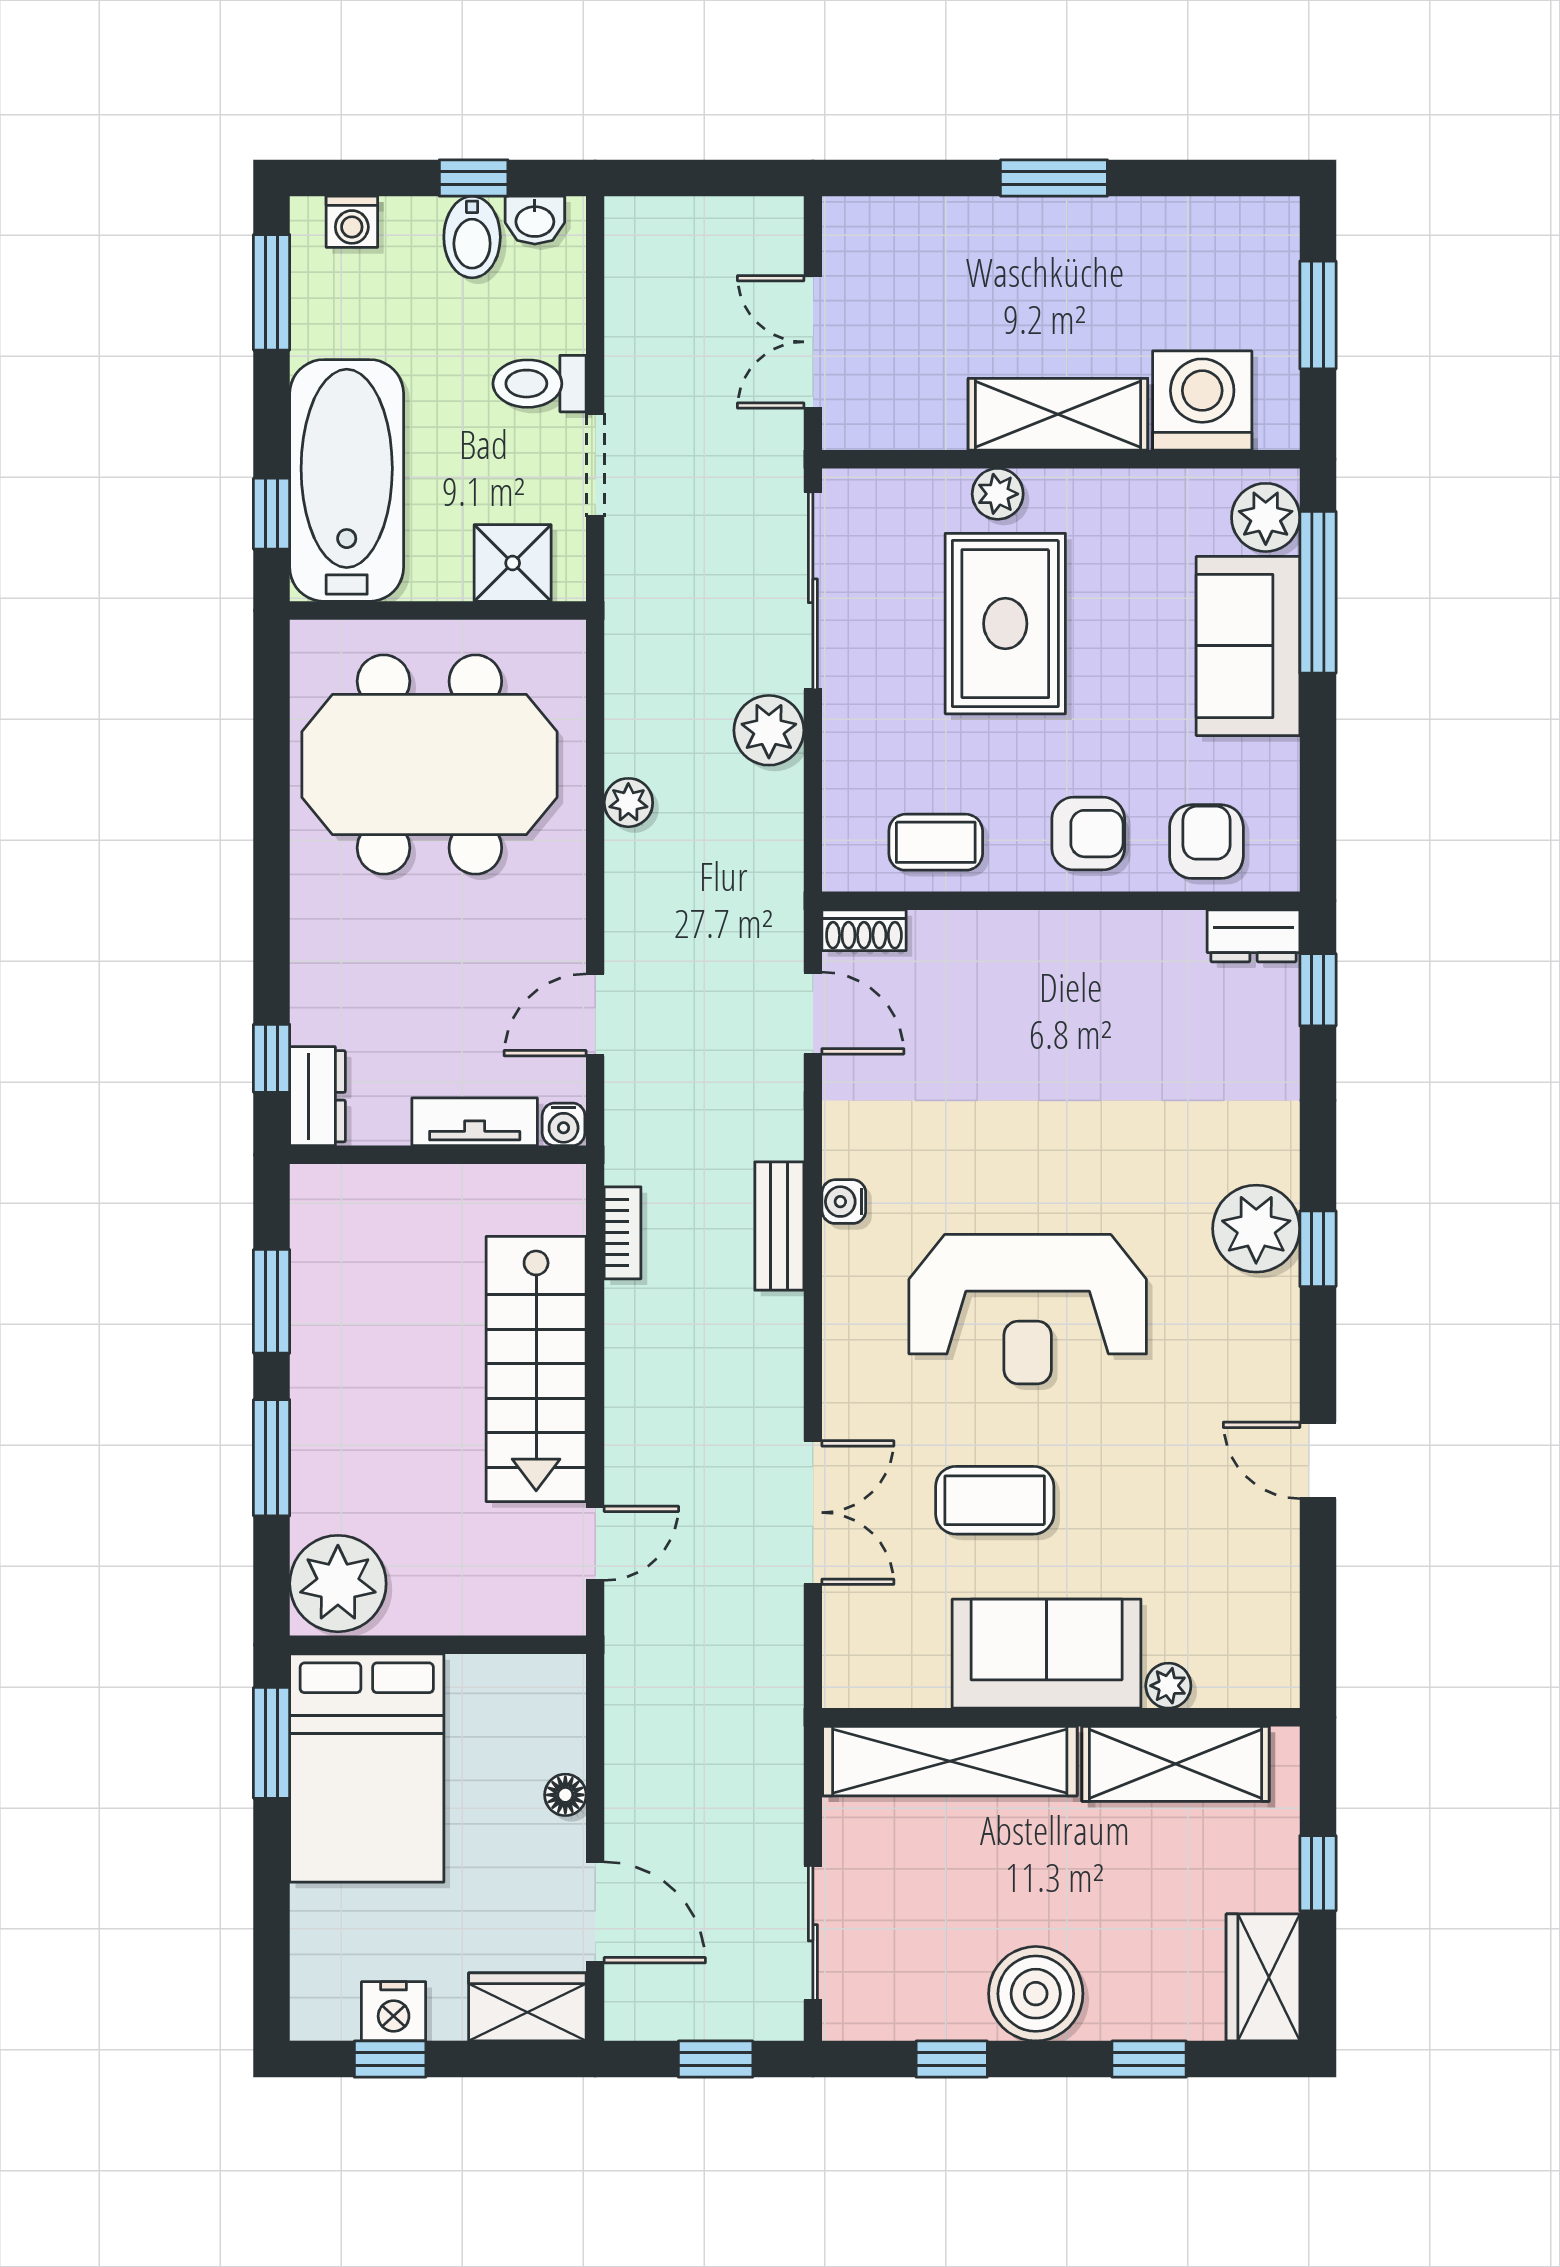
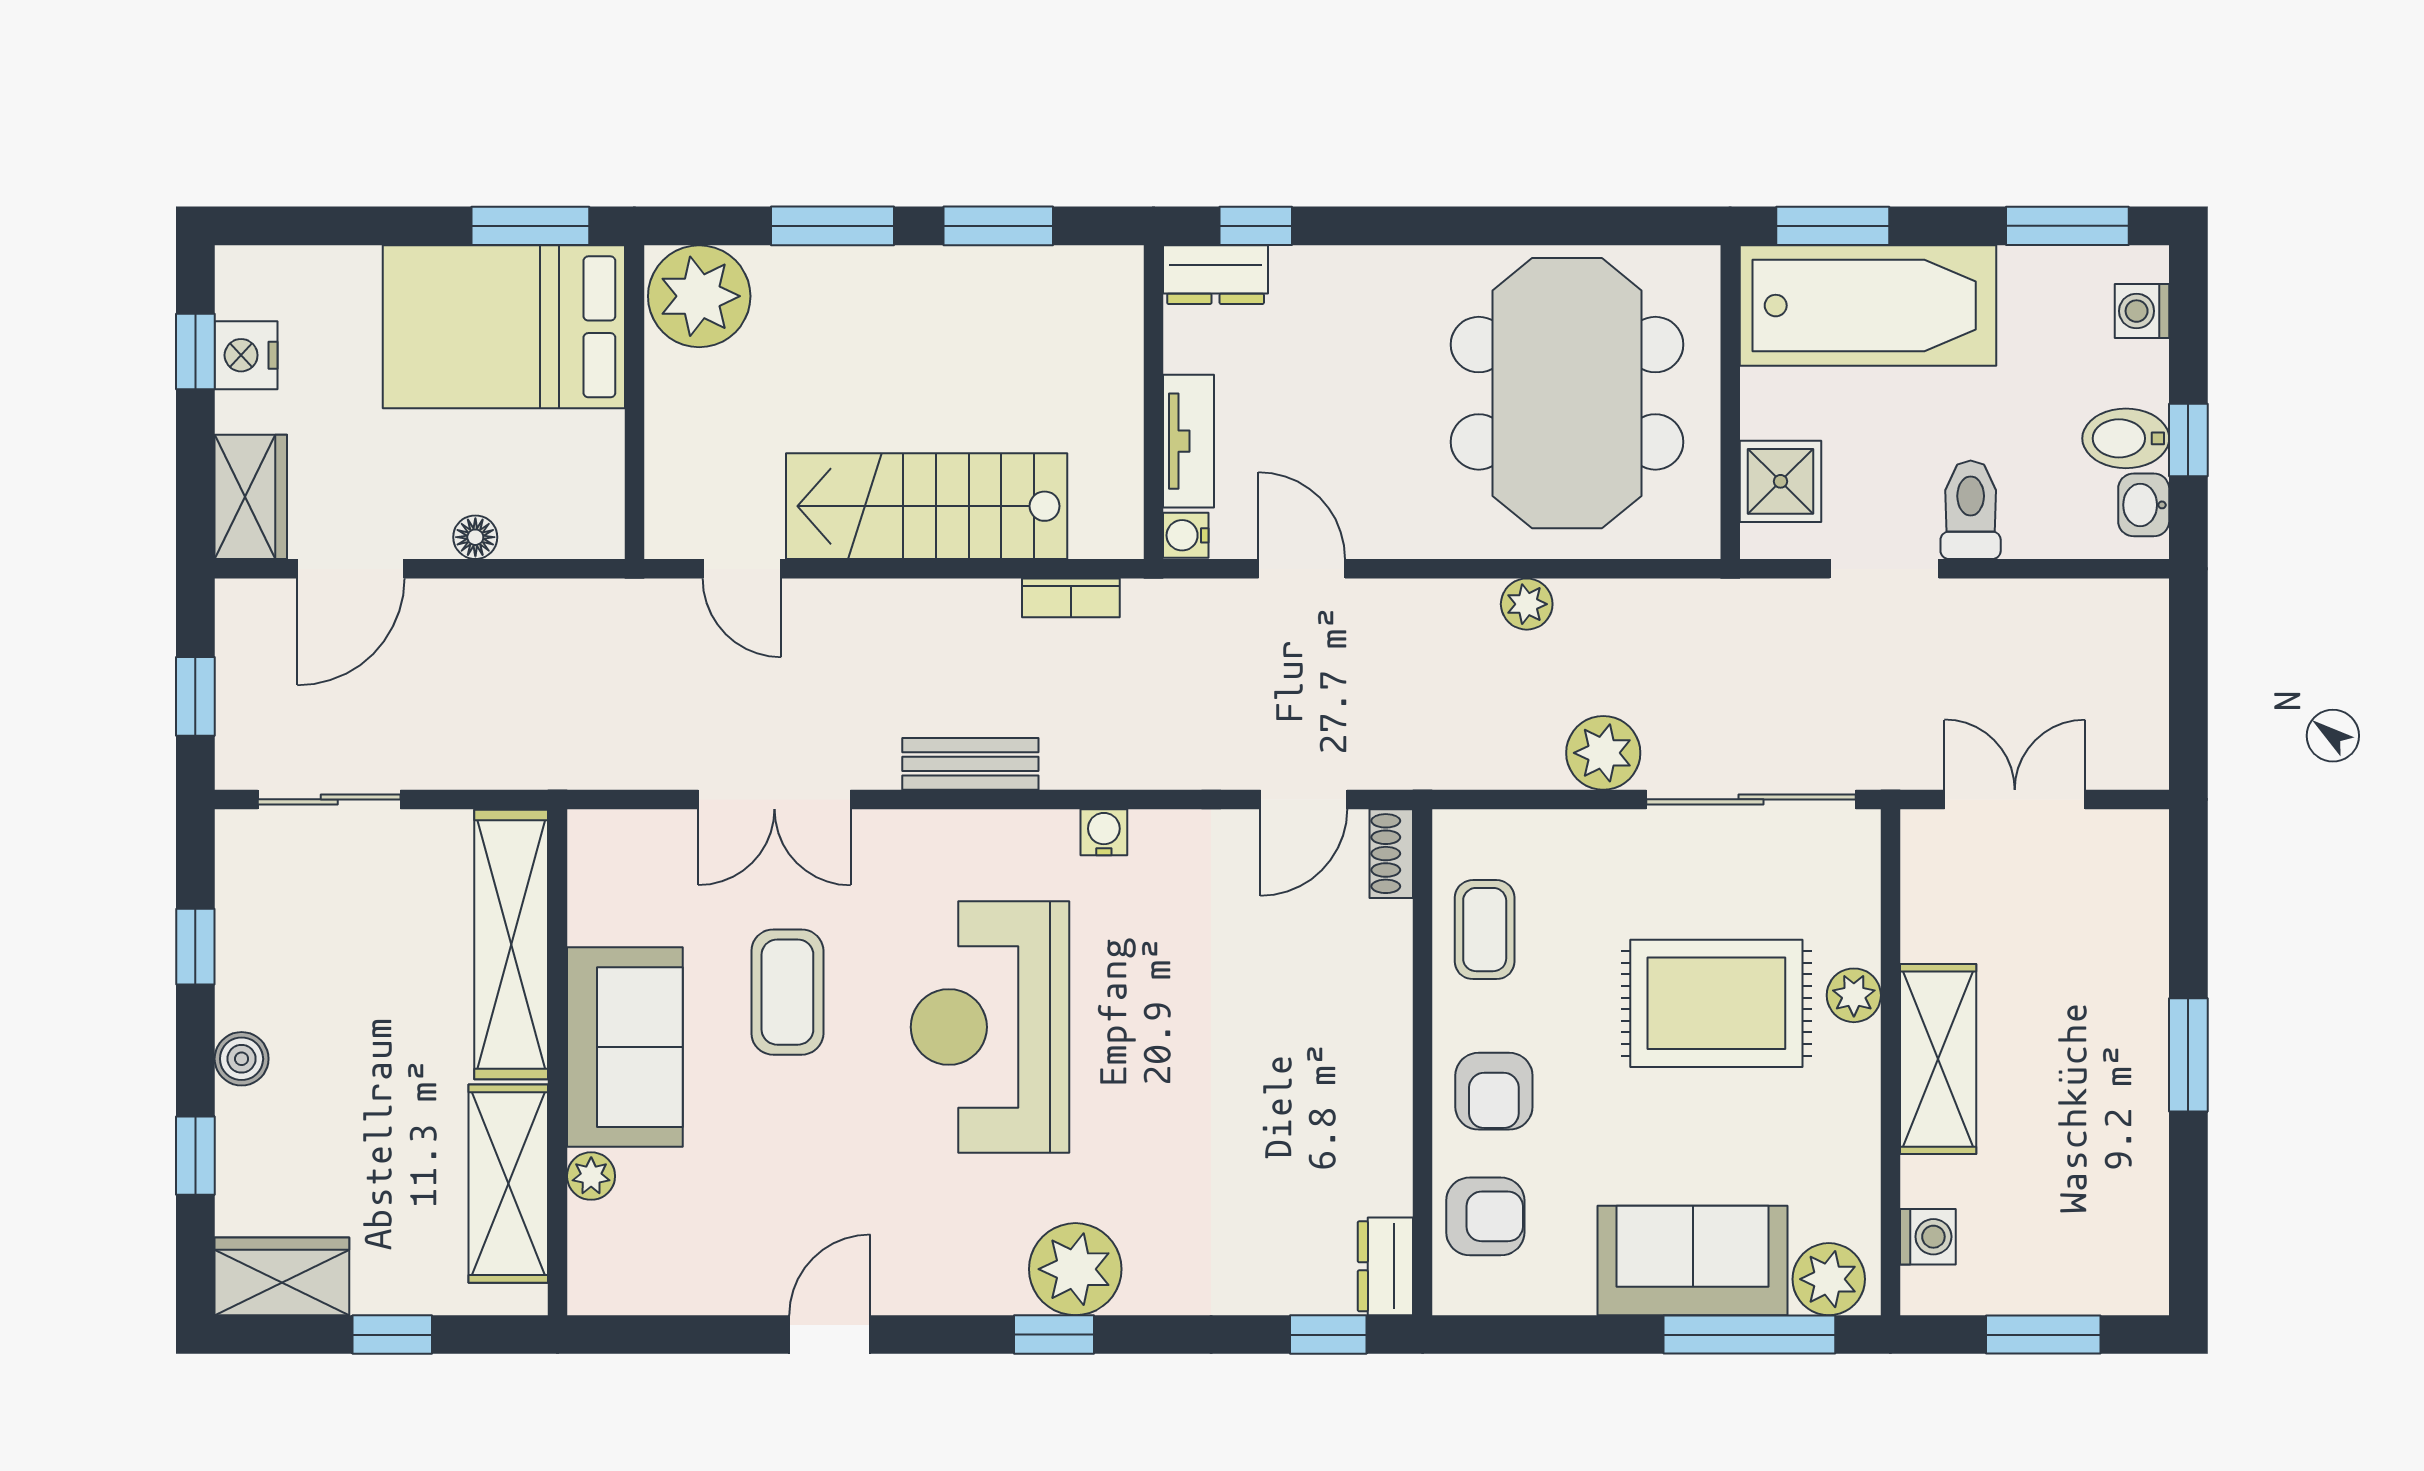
washing machine: (1202, 401) -> (1928, 1237), width x0.53, depth x0.53
window: (272, 514) -> (1833, 226), width x1.50
bench: (779, 1226) -> (970, 764), moved
boiler: (1036, 1994) -> (242, 1059), width x0.54, depth x0.54

